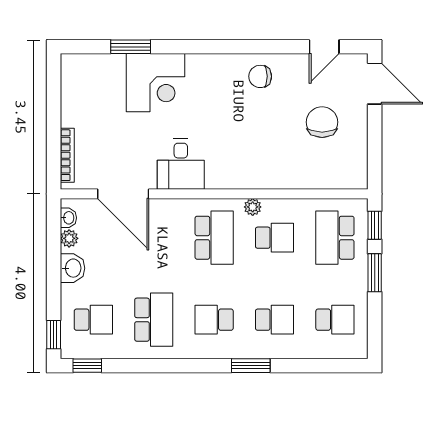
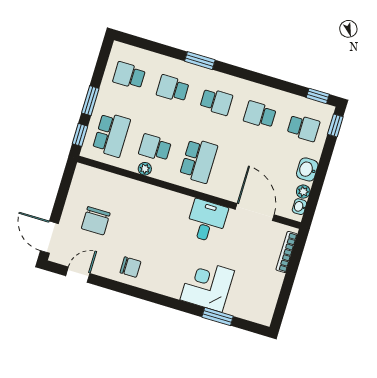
plant: (253, 207) -> (145, 169), moved
school desk: (214, 238) -> (199, 161), turned 180
school desk: (93, 320) -> (303, 128), turned 180
school desk: (154, 320) -> (260, 115), width x0.54

